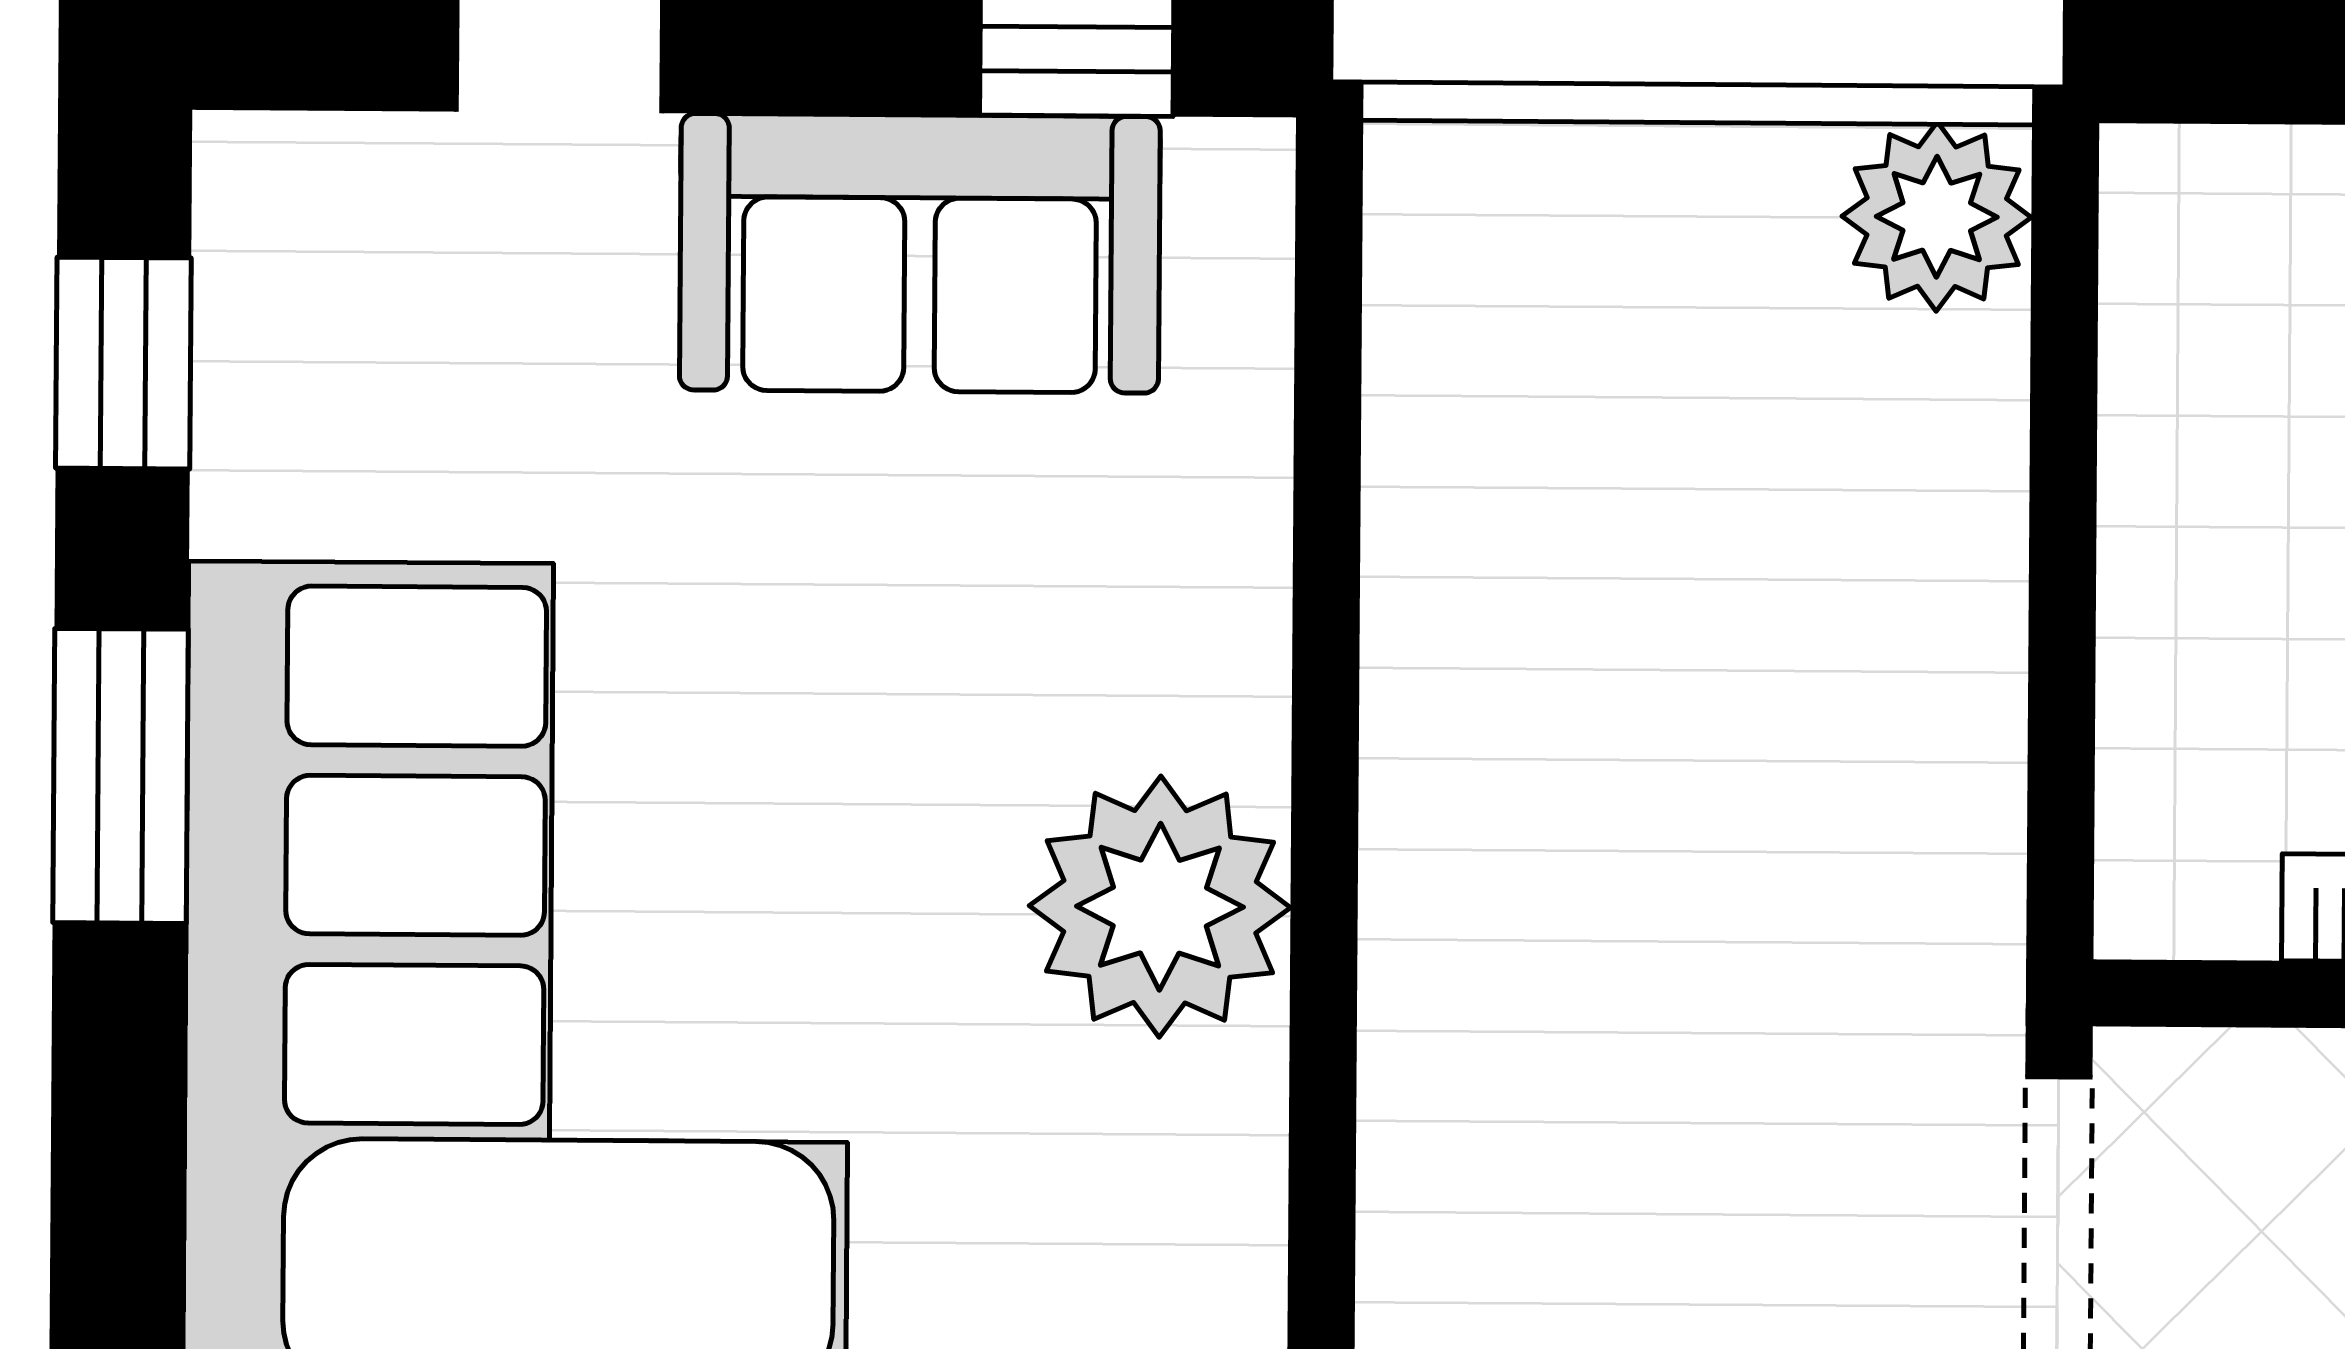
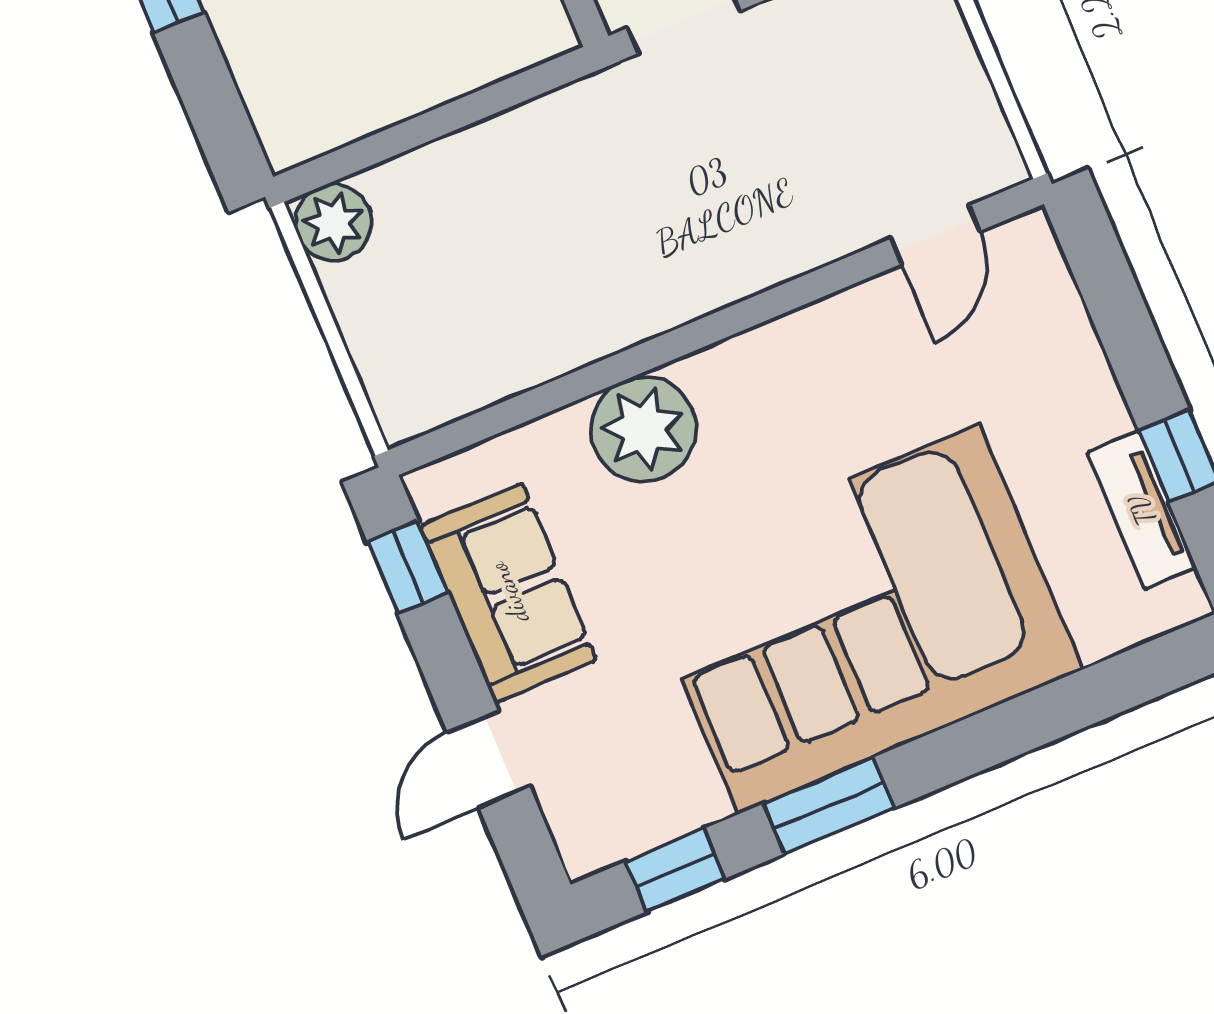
plant: (1160, 907) -> (644, 429), moved

